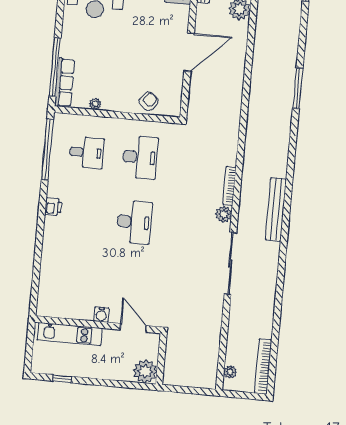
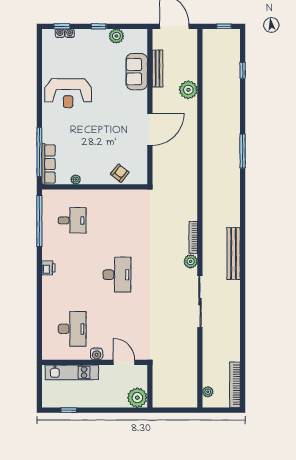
desk: (140, 157) -> (72, 329), moved

